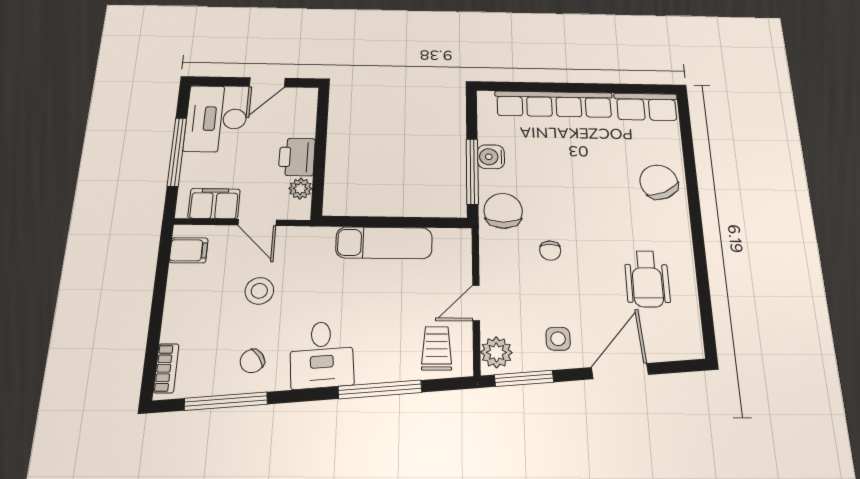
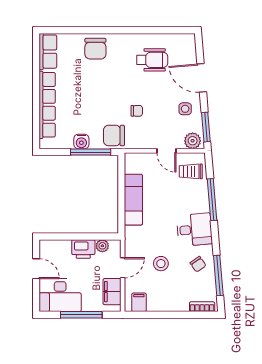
chair: (659, 182) -> (95, 49), turned -66

